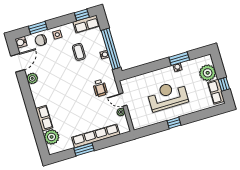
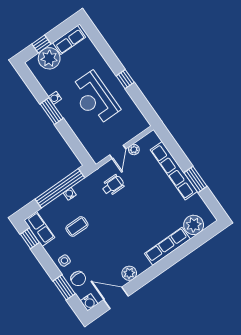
window: (179, 59) -> (52, 111), moved
window: (224, 84) -> (41, 44), moved
row of seats: (44, 118) -> (167, 246), width x1.48

